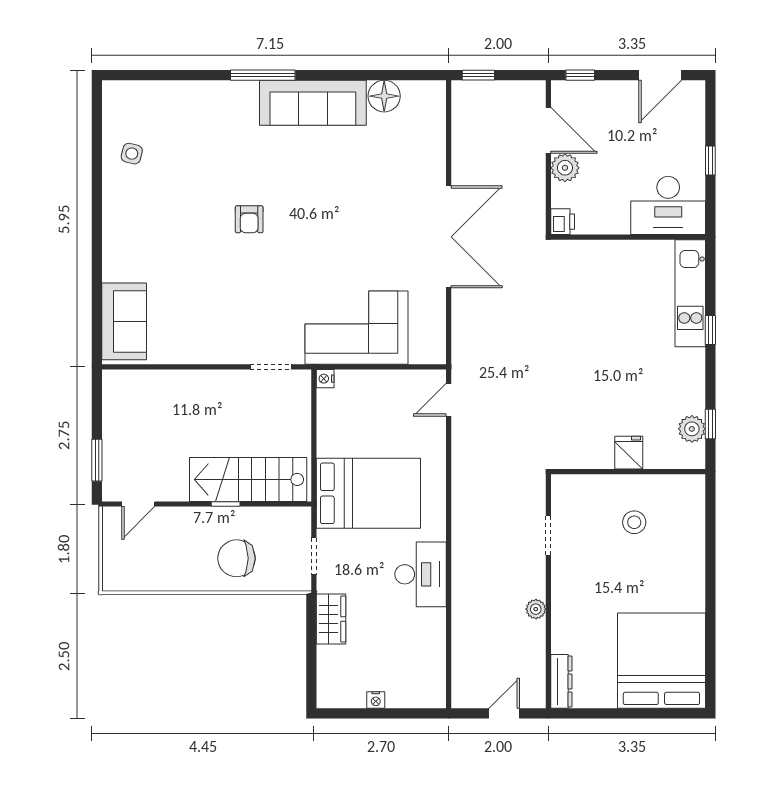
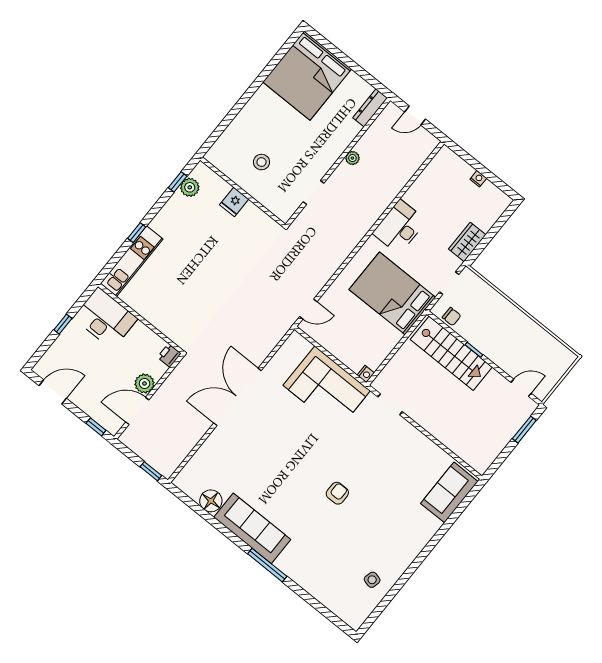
door: (548, 130) -> (137, 411), hinge flipped
chair: (236, 558) -> (452, 317), moved, width x0.54, depth x0.54

